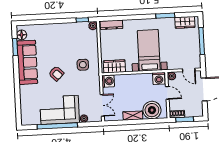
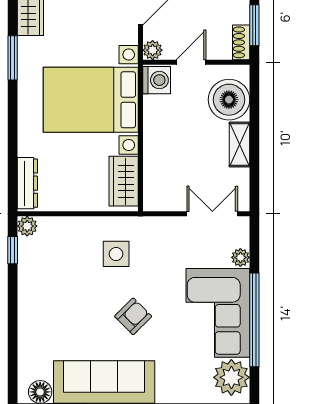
bed with nightstands: (149, 50) -> (91, 100), width x1.36
washing machine: (108, 81) -> (157, 198), removed
plant: (32, 117) -> (231, 377), added

